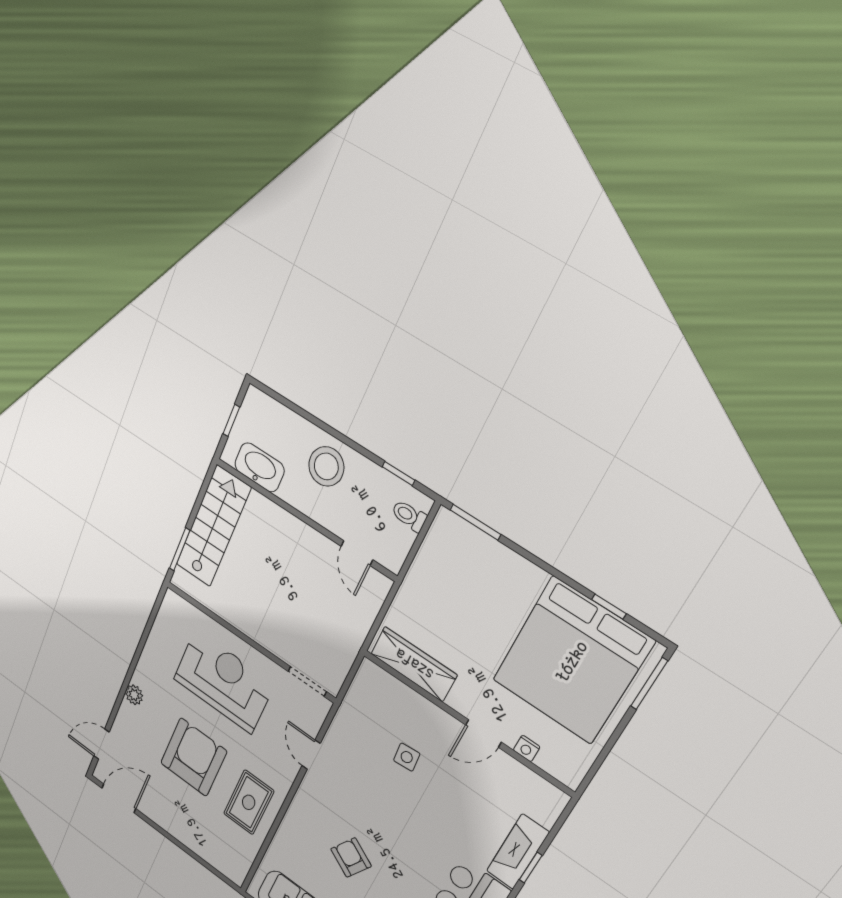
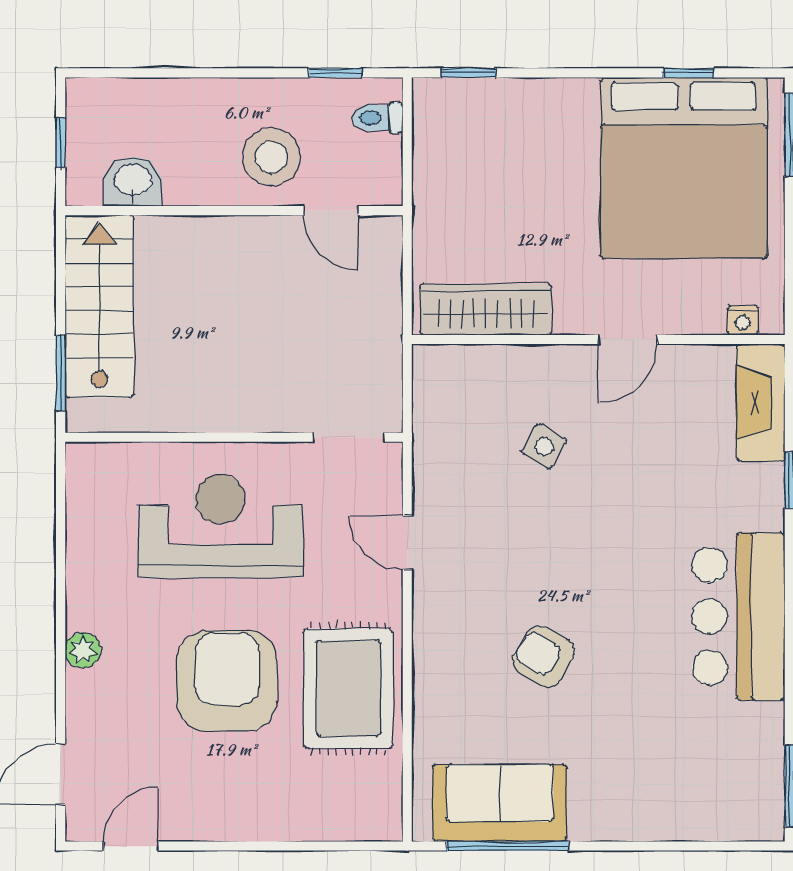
stool: (326, 466) -> (271, 157), moved
washbasin: (259, 467) -> (133, 181), width x0.72
window: (475, 522) -> (469, 73), width x0.67
nightstand: (527, 748) -> (743, 320), moved
side table: (407, 757) -> (544, 446), turned 34
door: (119, 798) -> (131, 846), width x0.73
rug: (249, 802) -> (348, 688), width x1.36, depth x1.43
fireplace: (518, 852) -> (761, 403), moved

